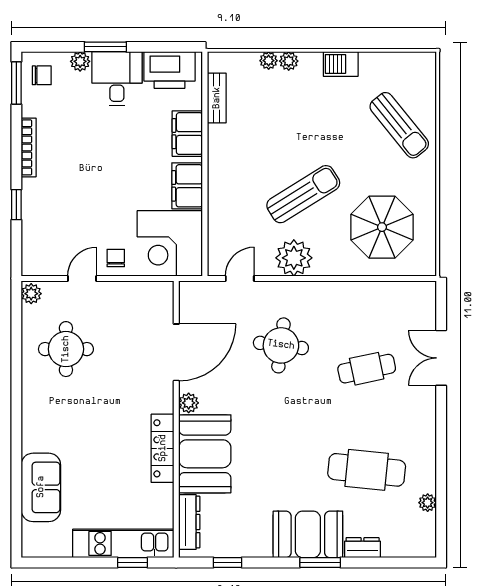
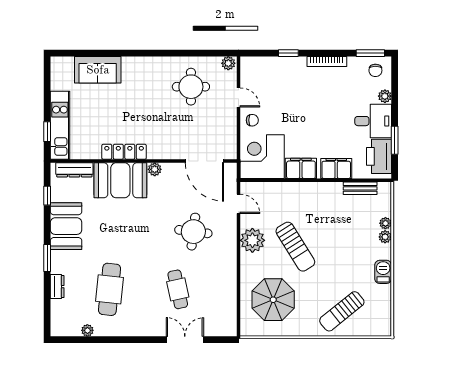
window: (105, 47) -> (395, 140), moved
door: (176, 352) -> (204, 161), moved
booth: (308, 534) -> (66, 226), moved

